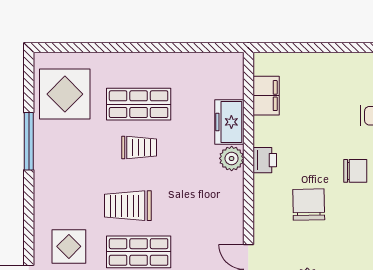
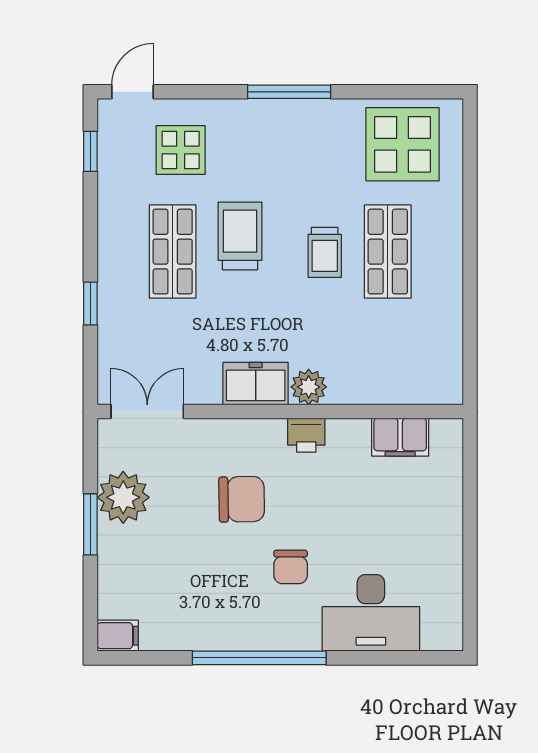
freezer: (229, 122) -> (256, 384), moved
window: (29, 141) -> (289, 92), moved

